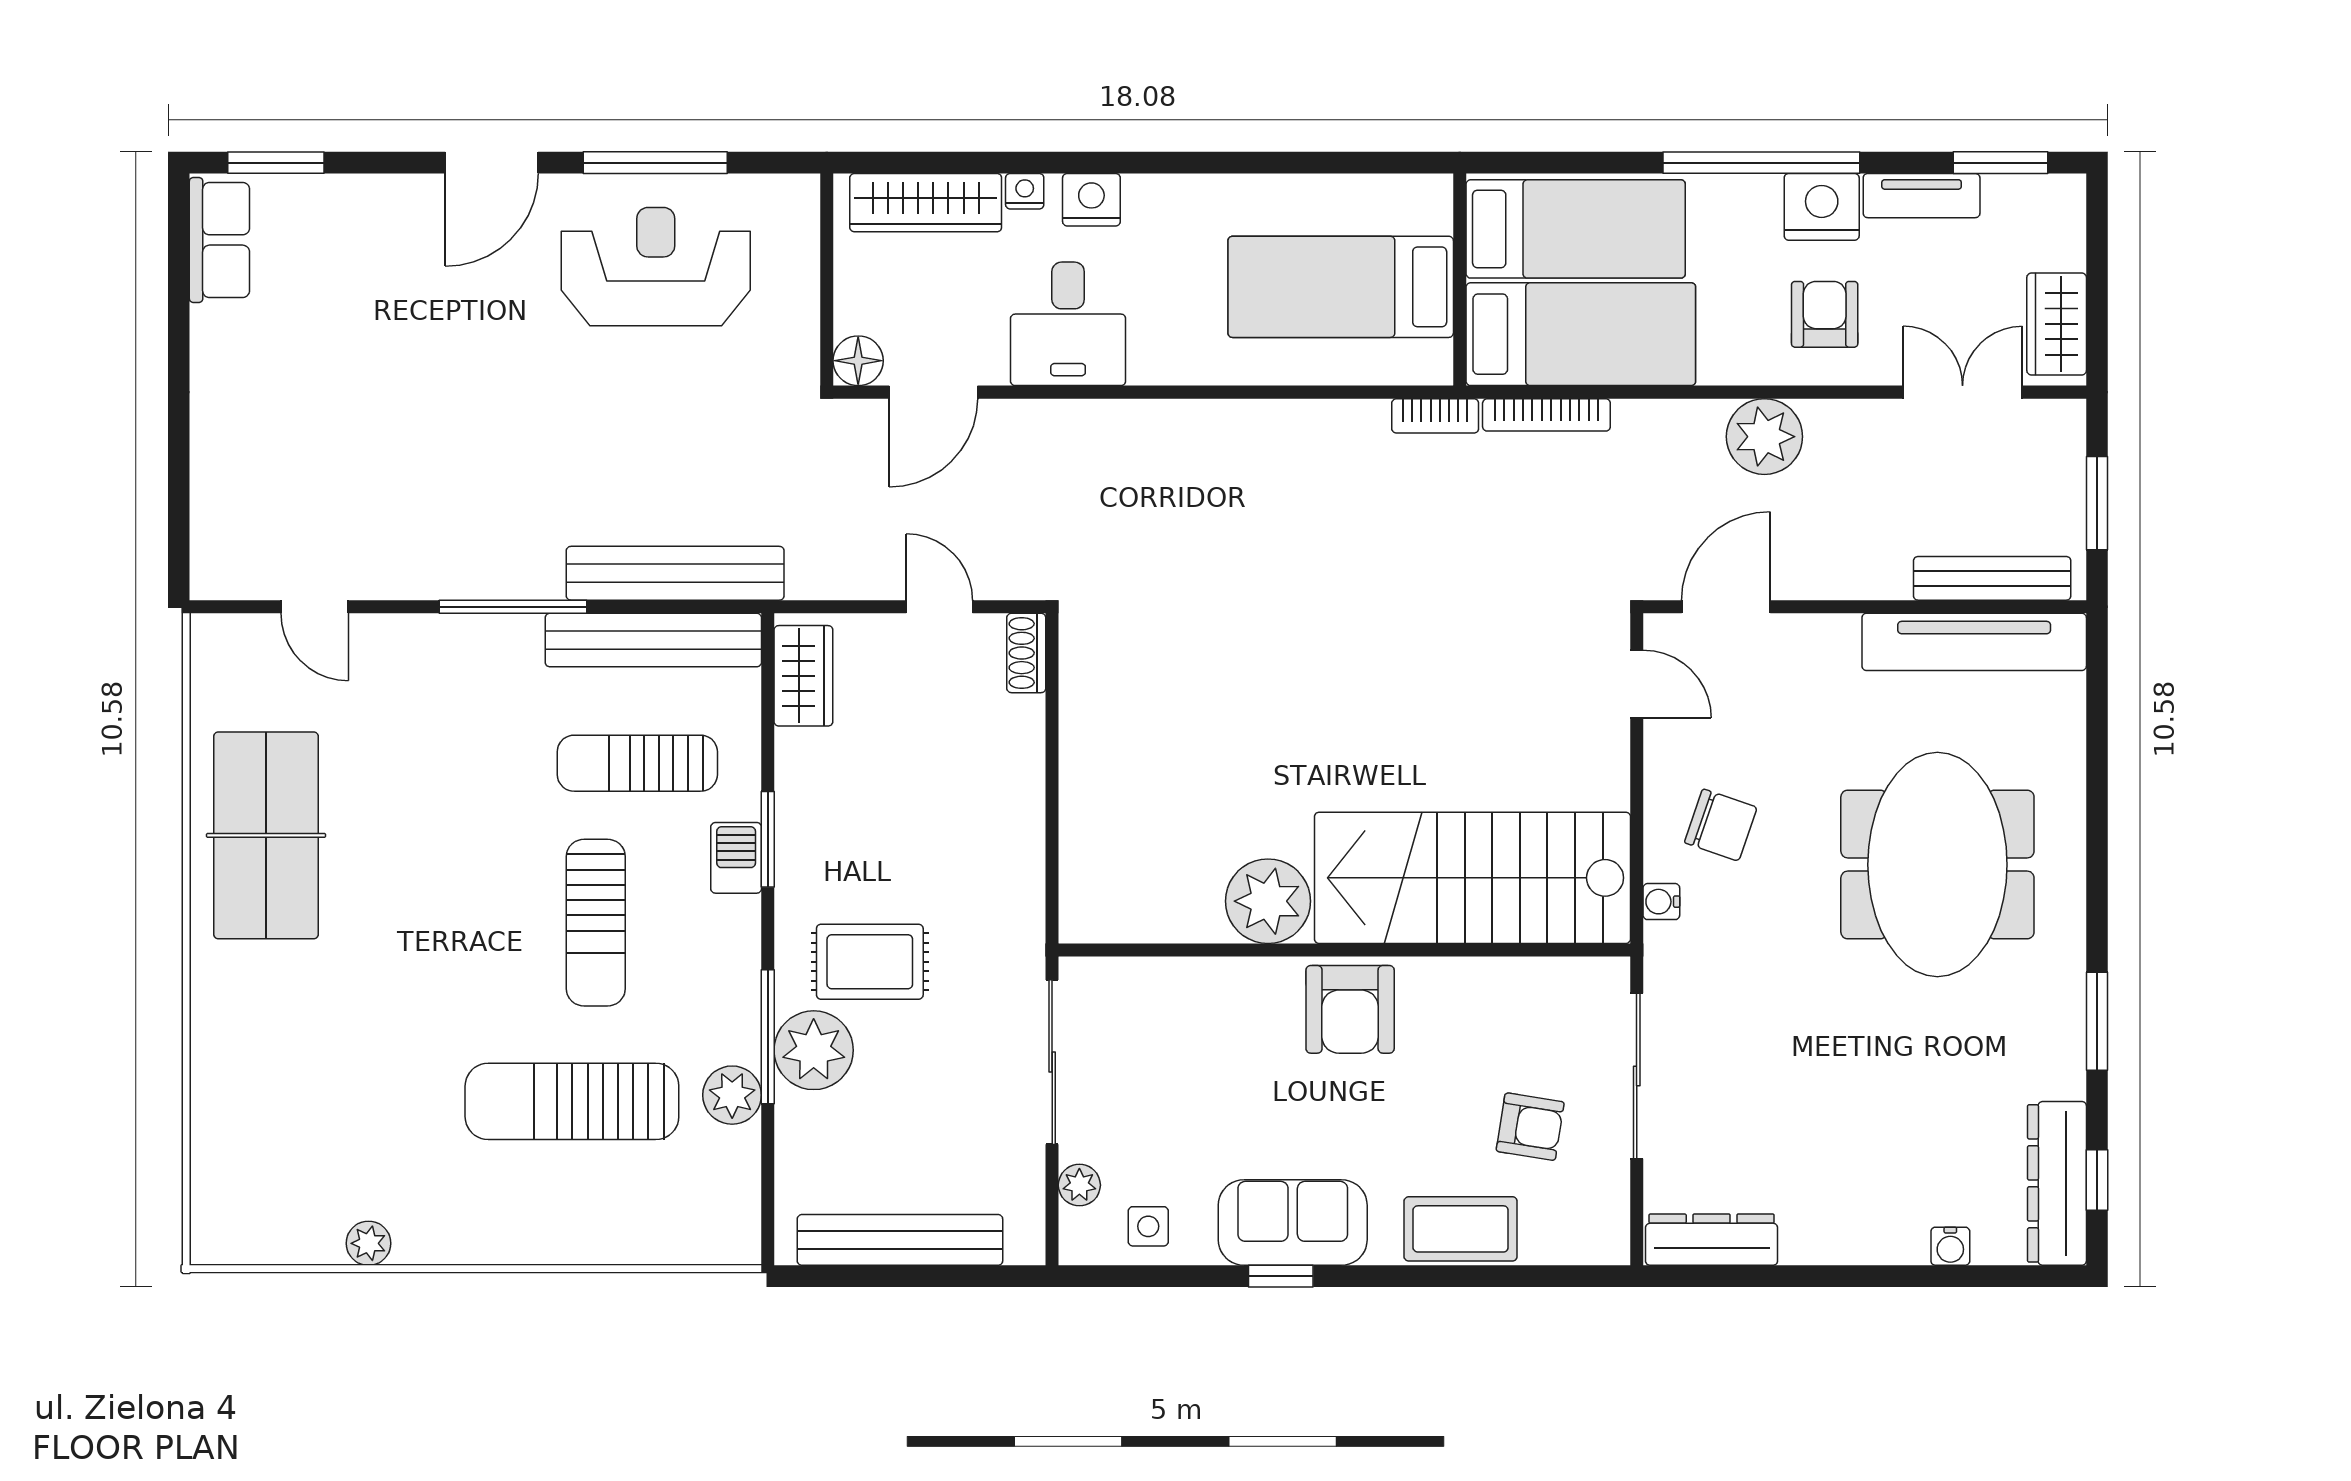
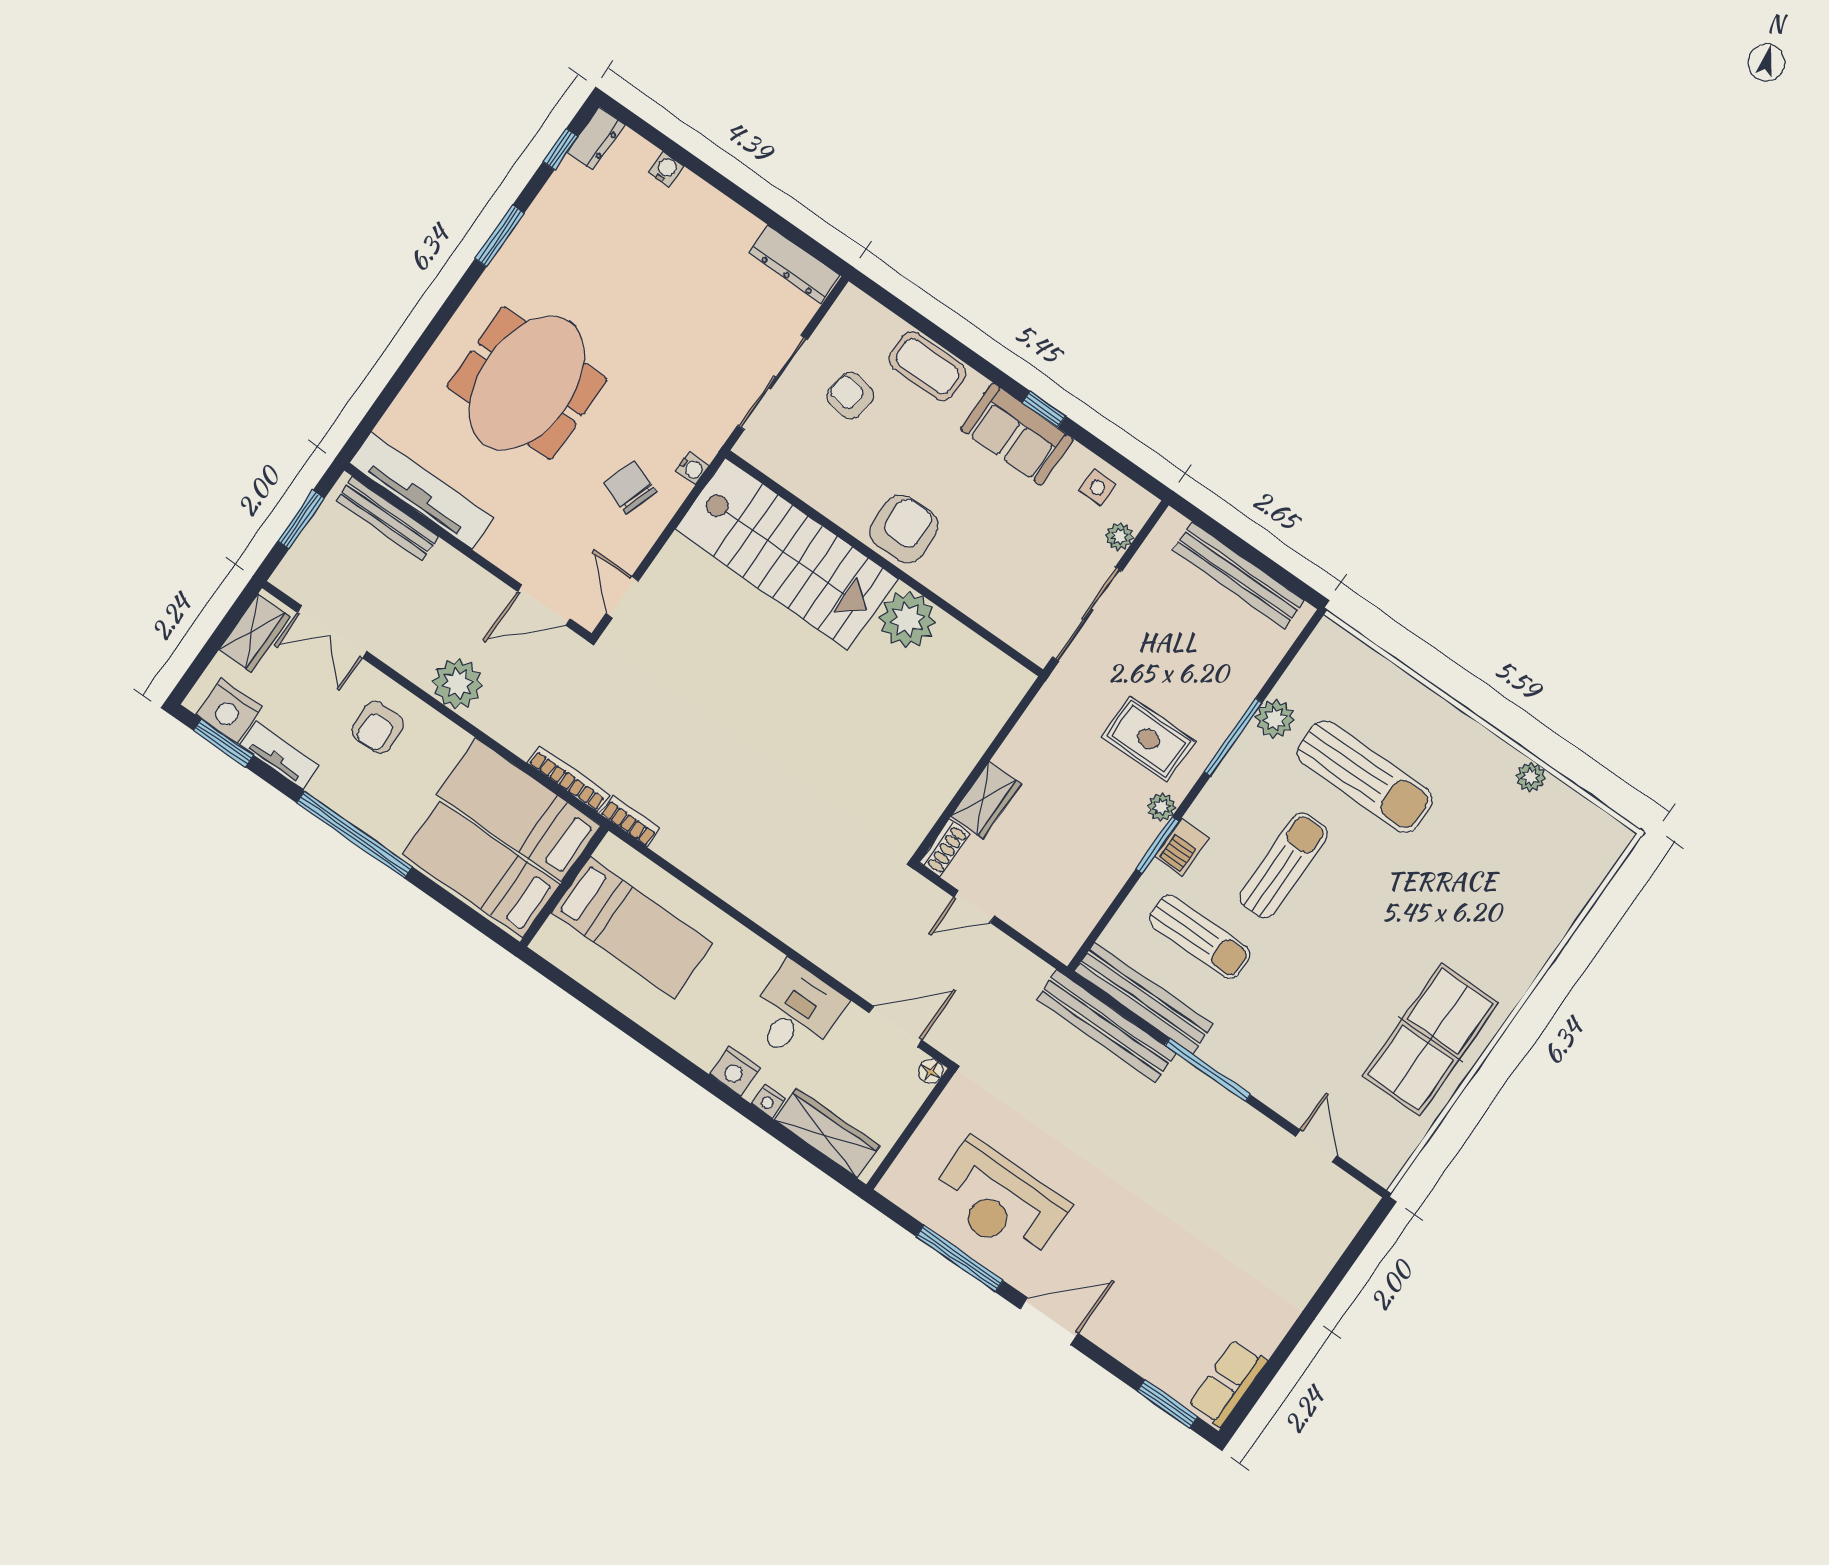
nightstand: (1822, 207) -> (229, 711), moved
floor lamp: (858, 361) -> (931, 1071), width x0.73, depth x0.73
door: (939, 607) -> (974, 907), hinge flipped
wardrobe: (803, 676) -> (986, 800), moved, turned 180
plant: (814, 1050) -> (1161, 807), moved, width x0.53, depth x0.53
dresser: (2057, 1183) -> (596, 138), width x0.51, depth x0.80

